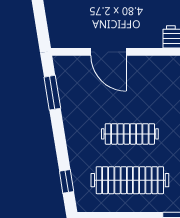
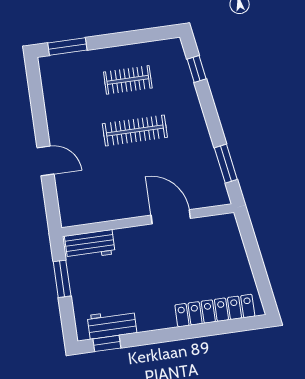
clothes rail: (130, 180) -> (128, 80), width x0.54, depth x0.76

